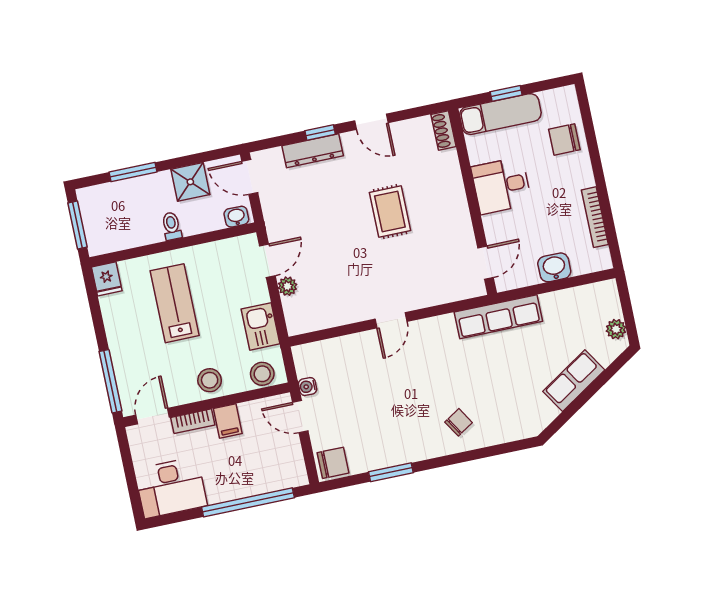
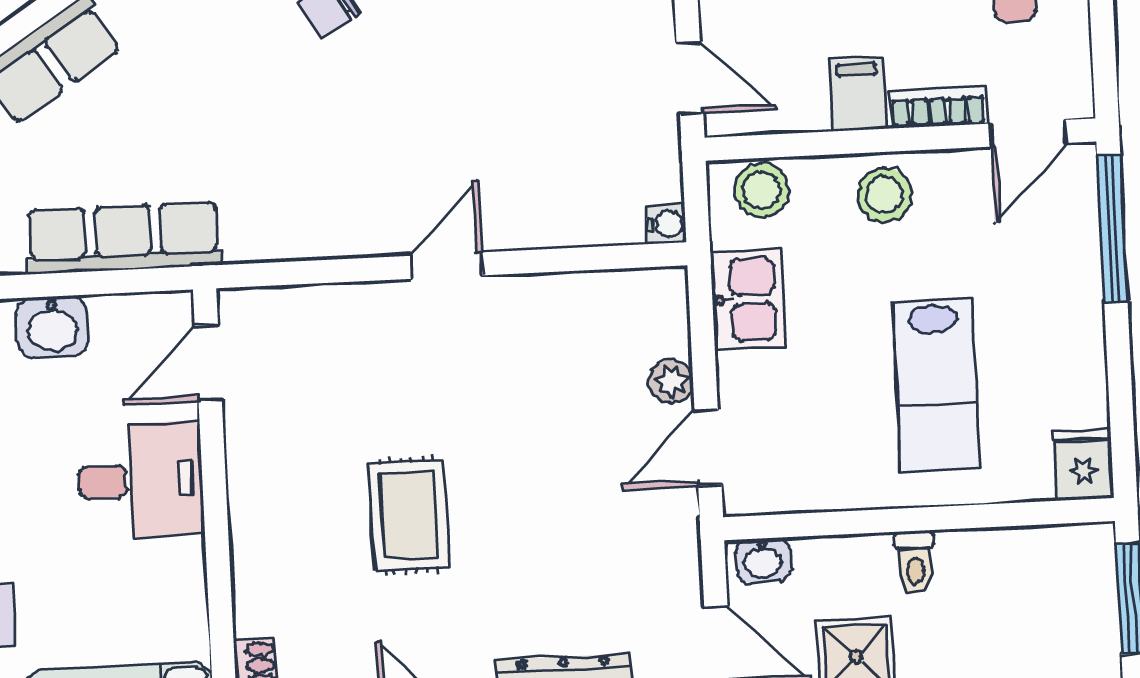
desk: (501, 186) -> (141, 480), moved
row of seats: (498, 317) -> (123, 238), moved
water cooler: (308, 387) -> (666, 224), moved

